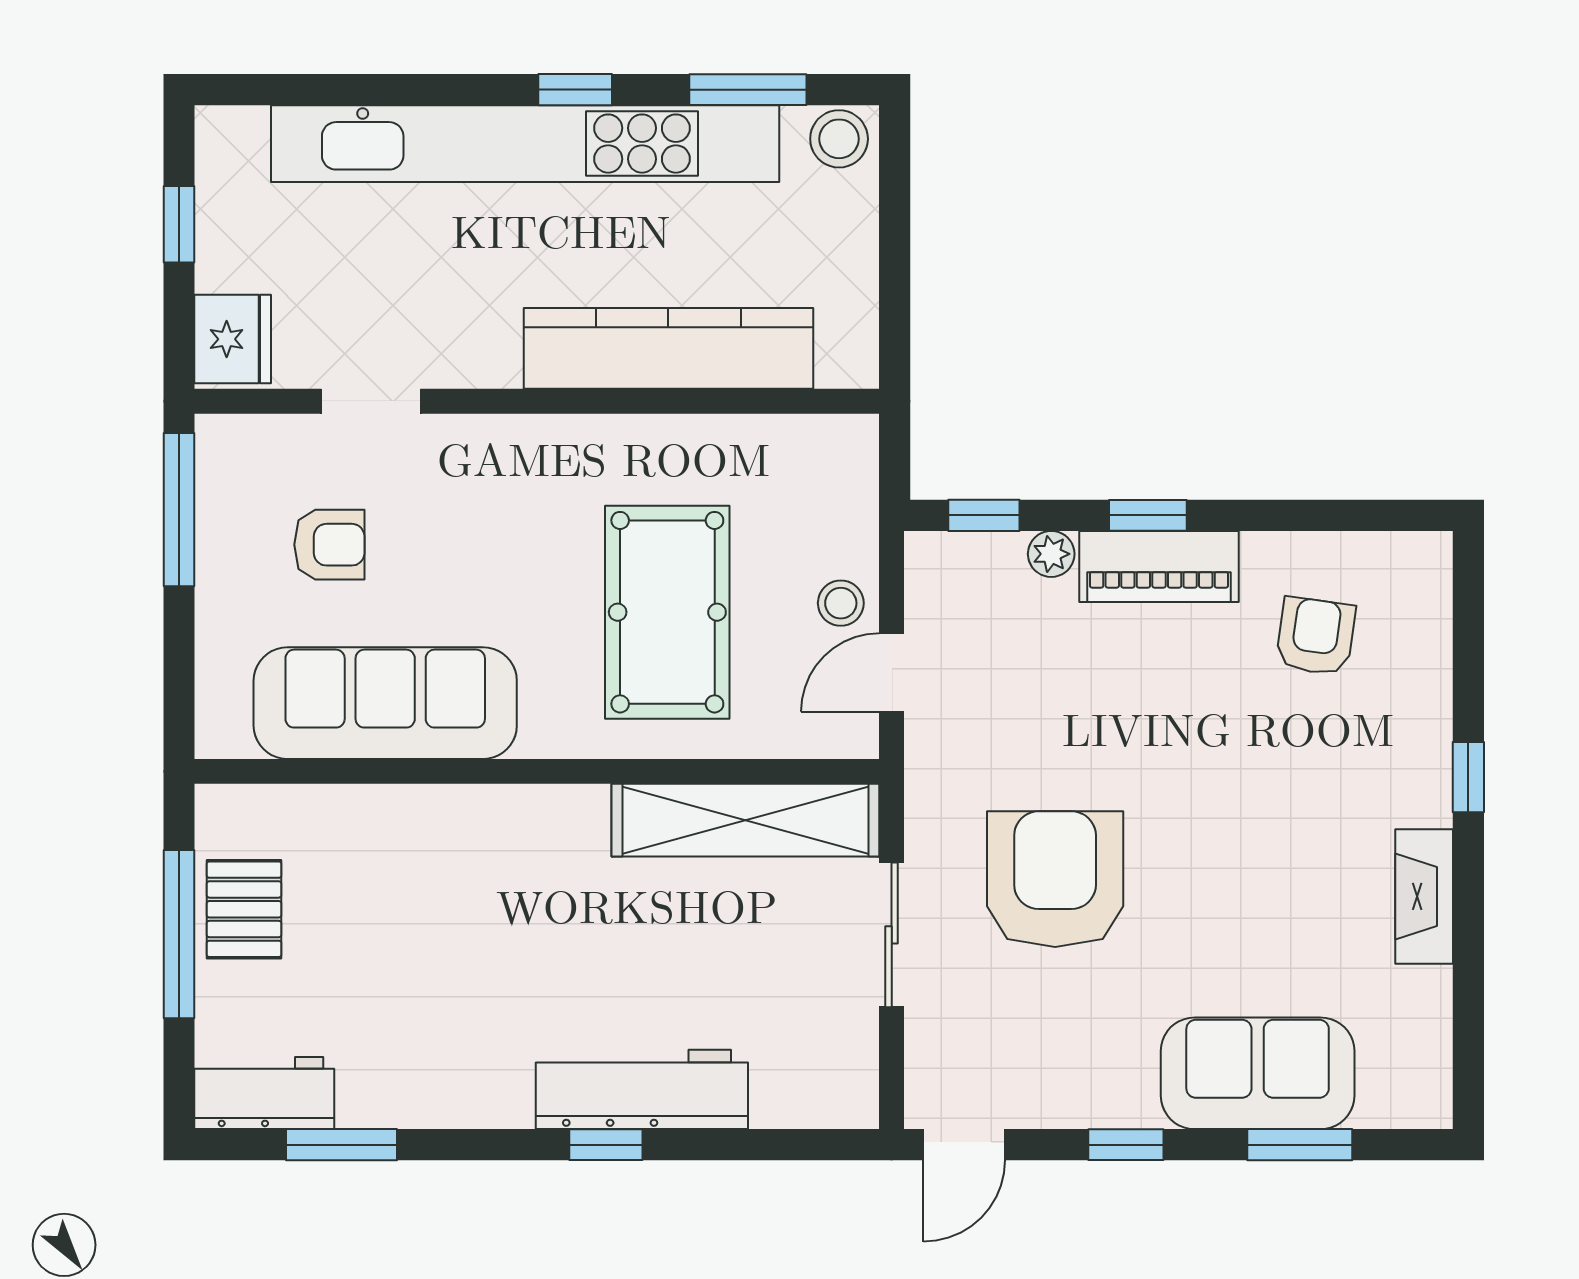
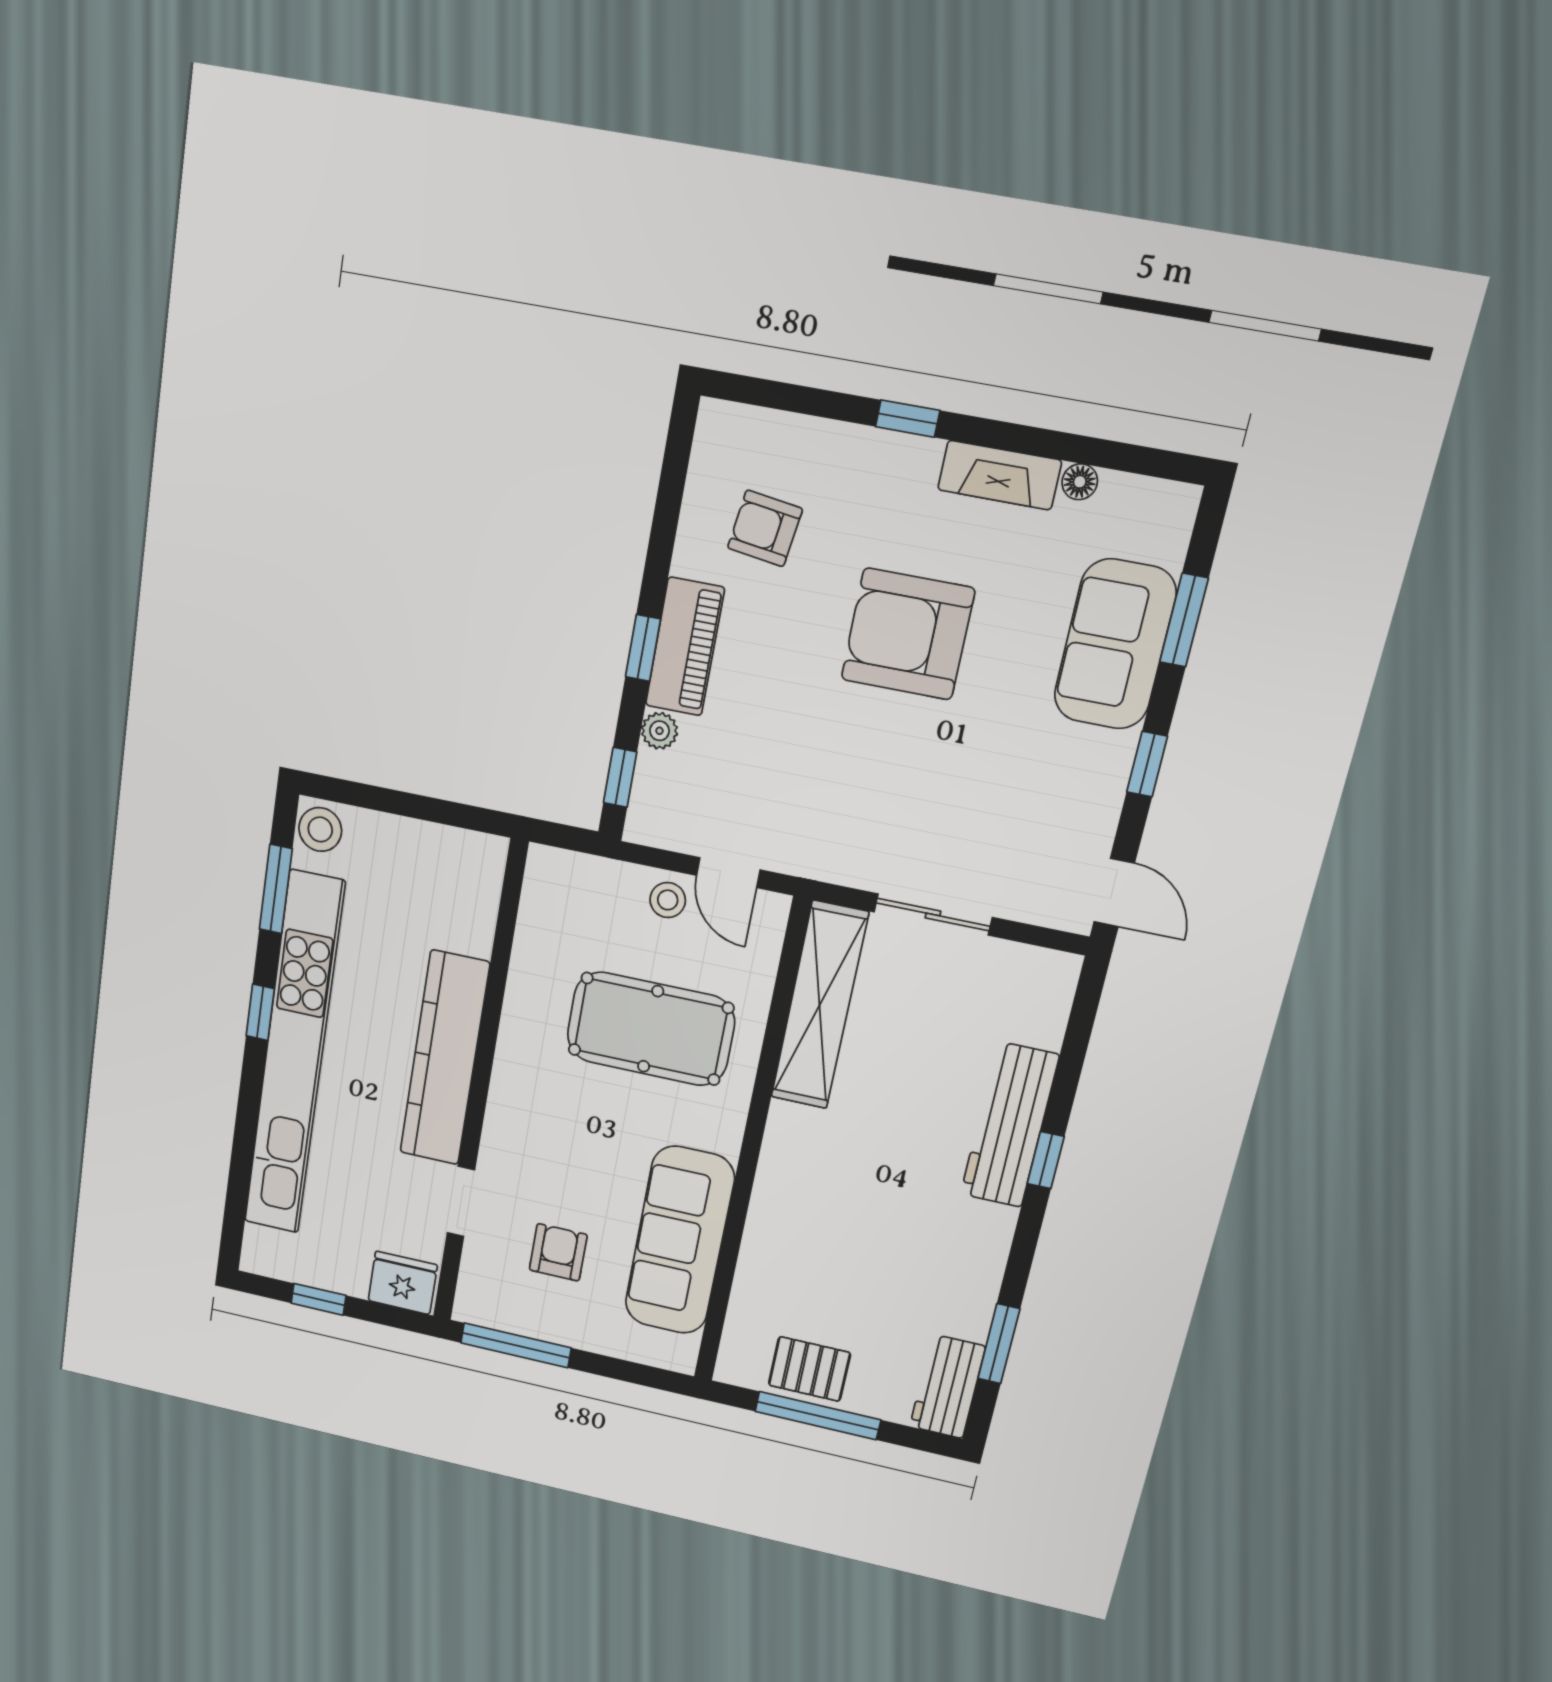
kitchen counter: (668, 348) -> (445, 1058), moved
armchair: (1055, 879) -> (908, 634), moved
floor lamp: (1433, 989) -> (1080, 482), added

